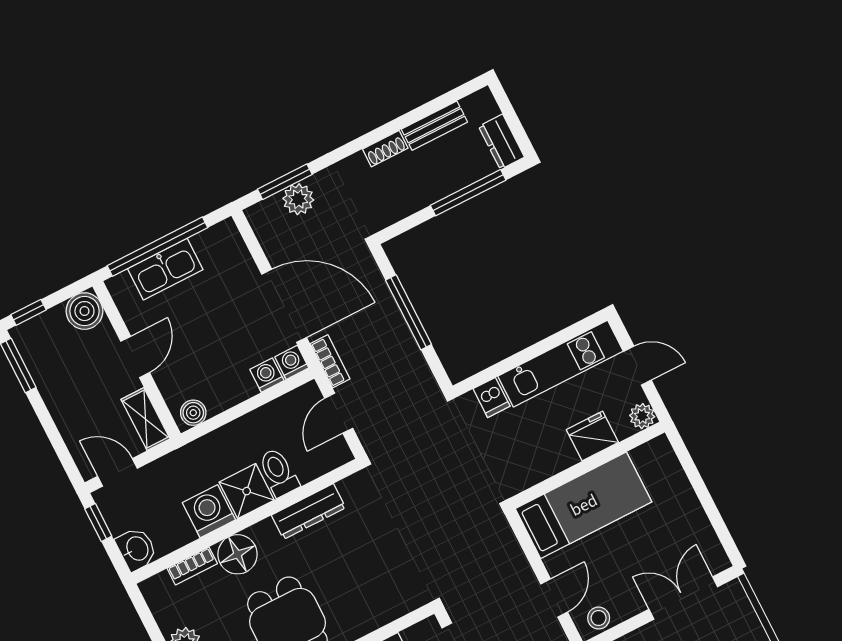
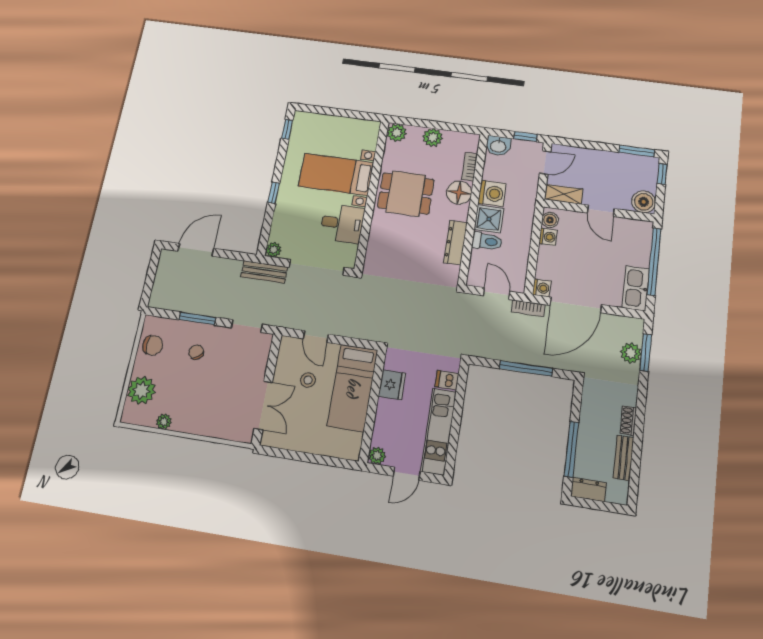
kitchen sink: (165, 269) -> (636, 288), moved
washing machine: (267, 375) -> (548, 237), moved
fridge: (592, 436) -> (392, 385), moved
stool: (599, 618) -> (308, 380), moved

